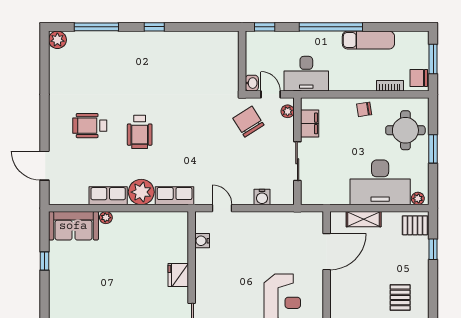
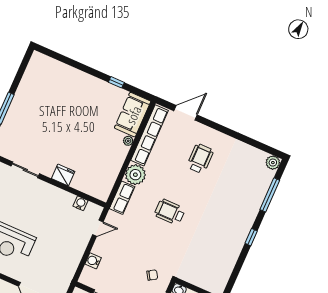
chair: (248, 122) -> (152, 275), width x0.54, depth x0.54
wheelchair: (140, 132) -> (170, 212), moved
row of seats: (108, 196) -> (149, 135), width x2.02

